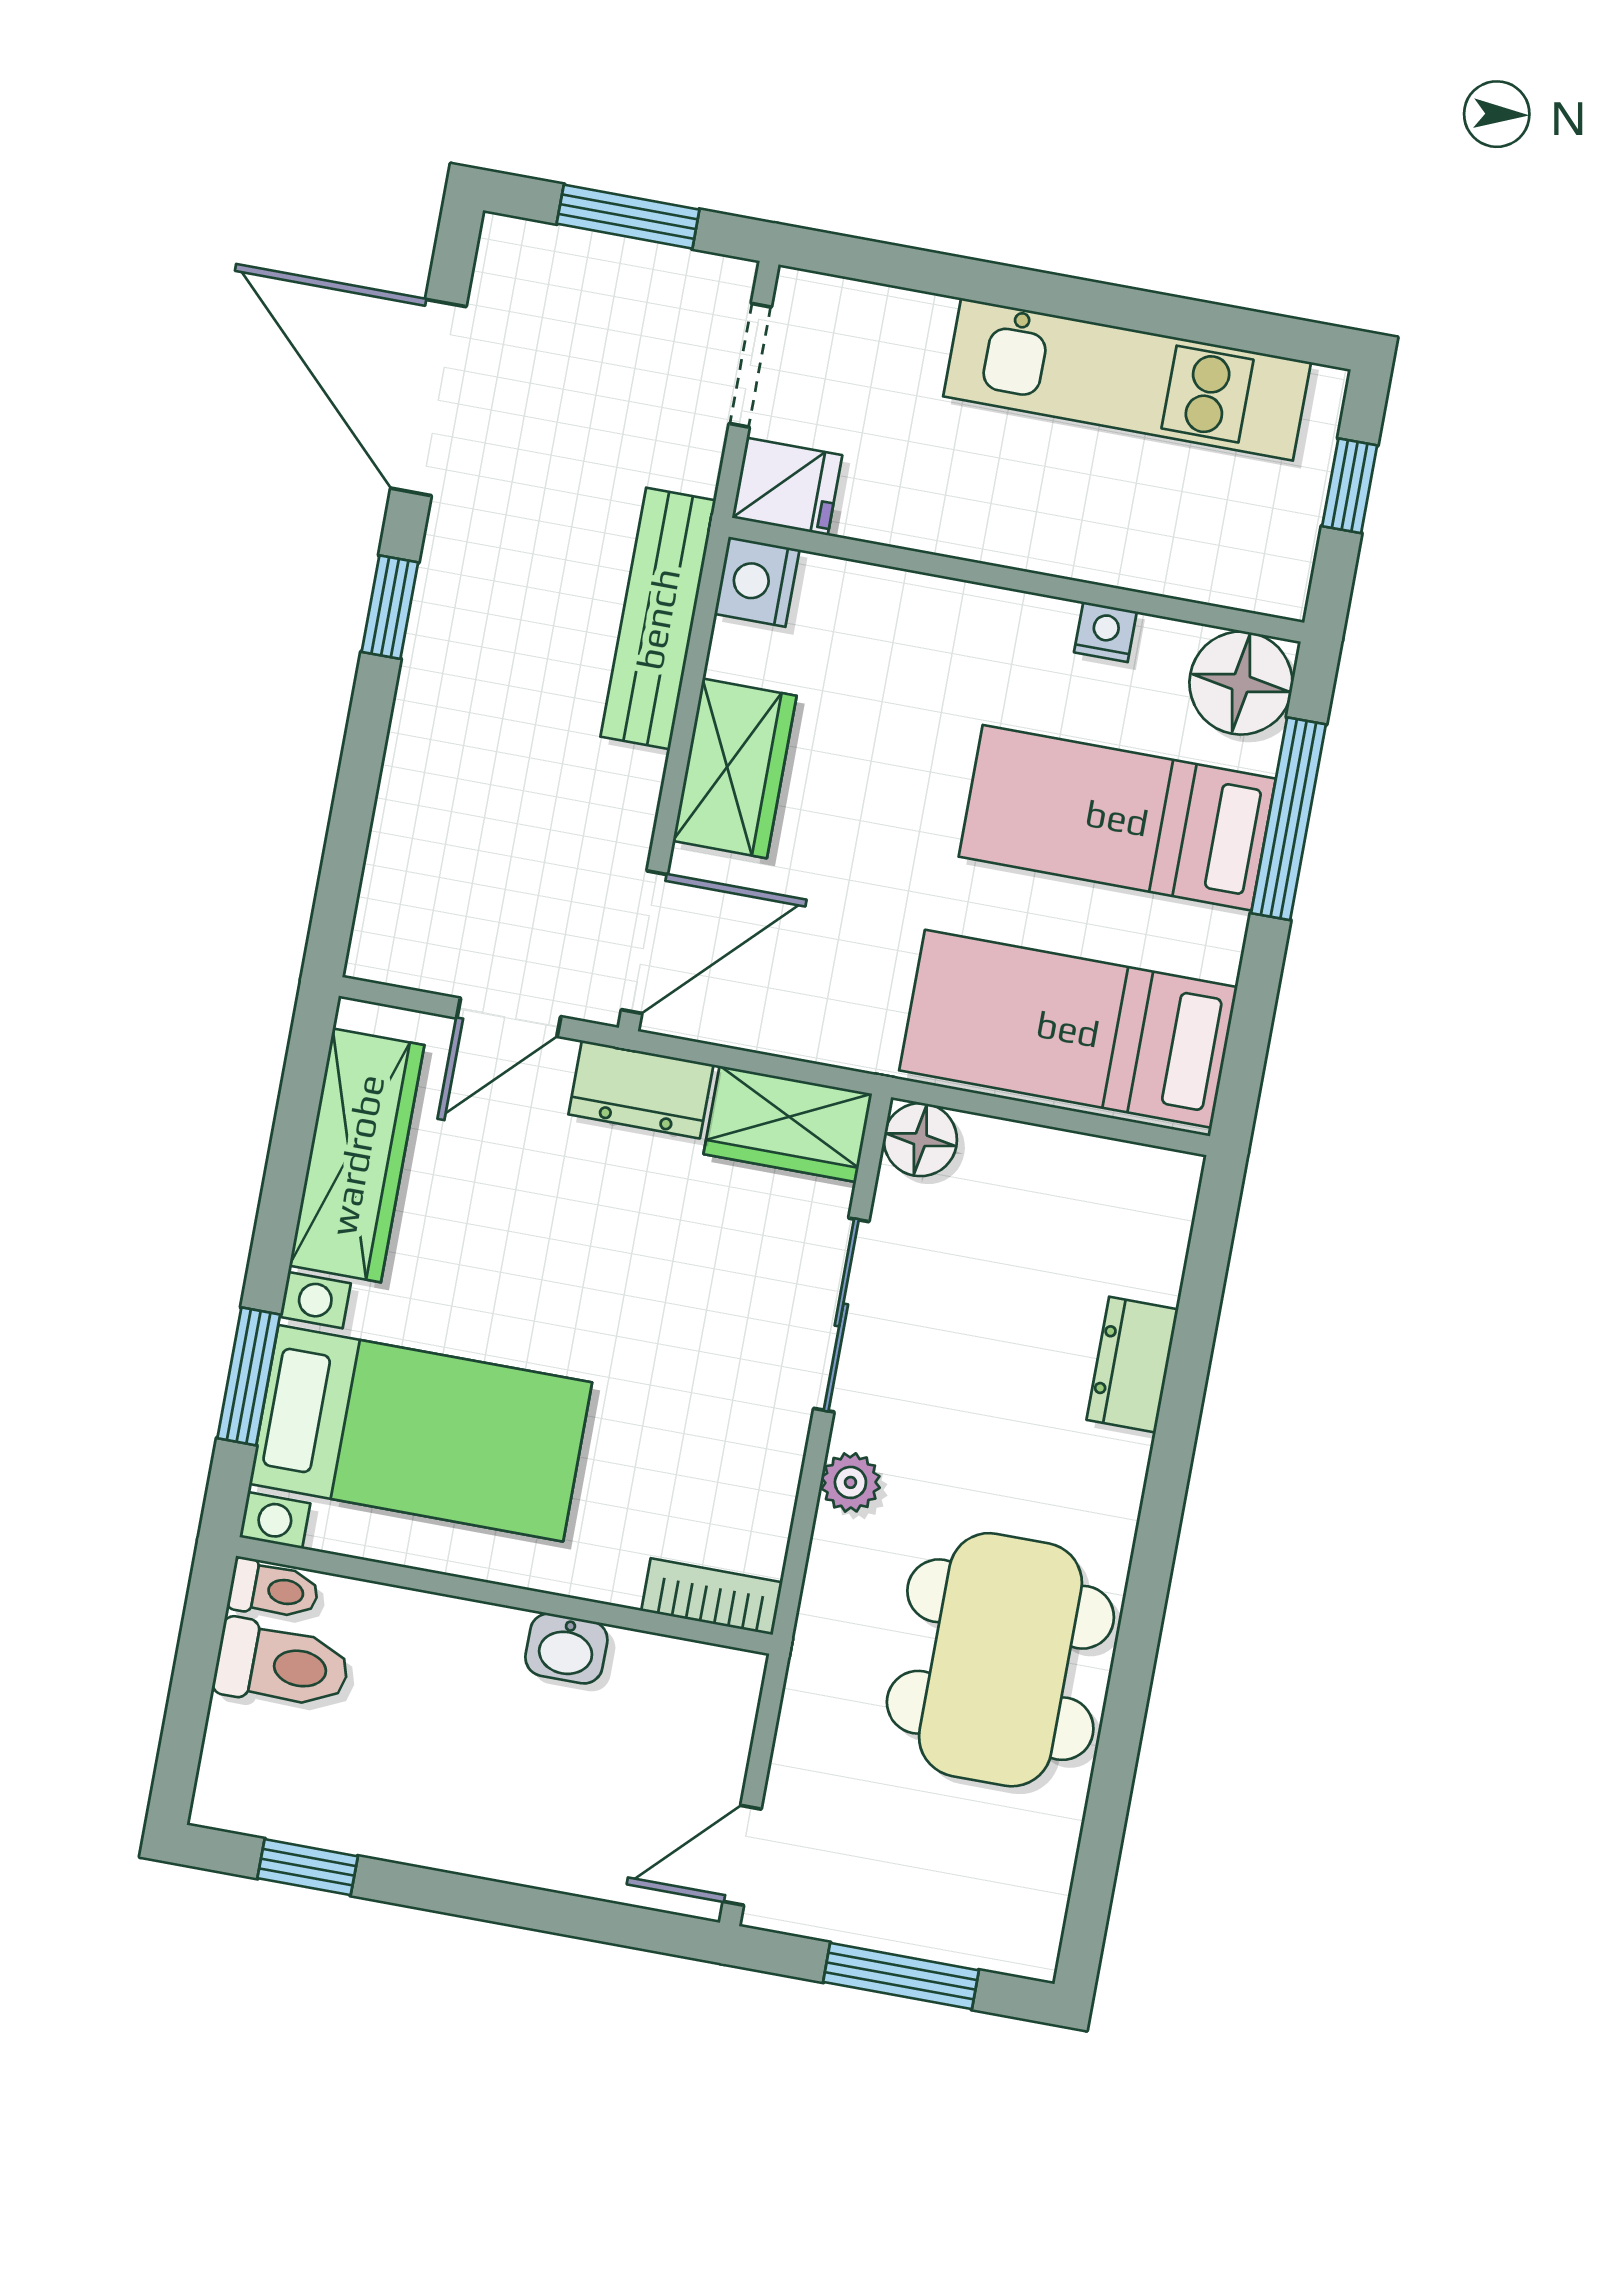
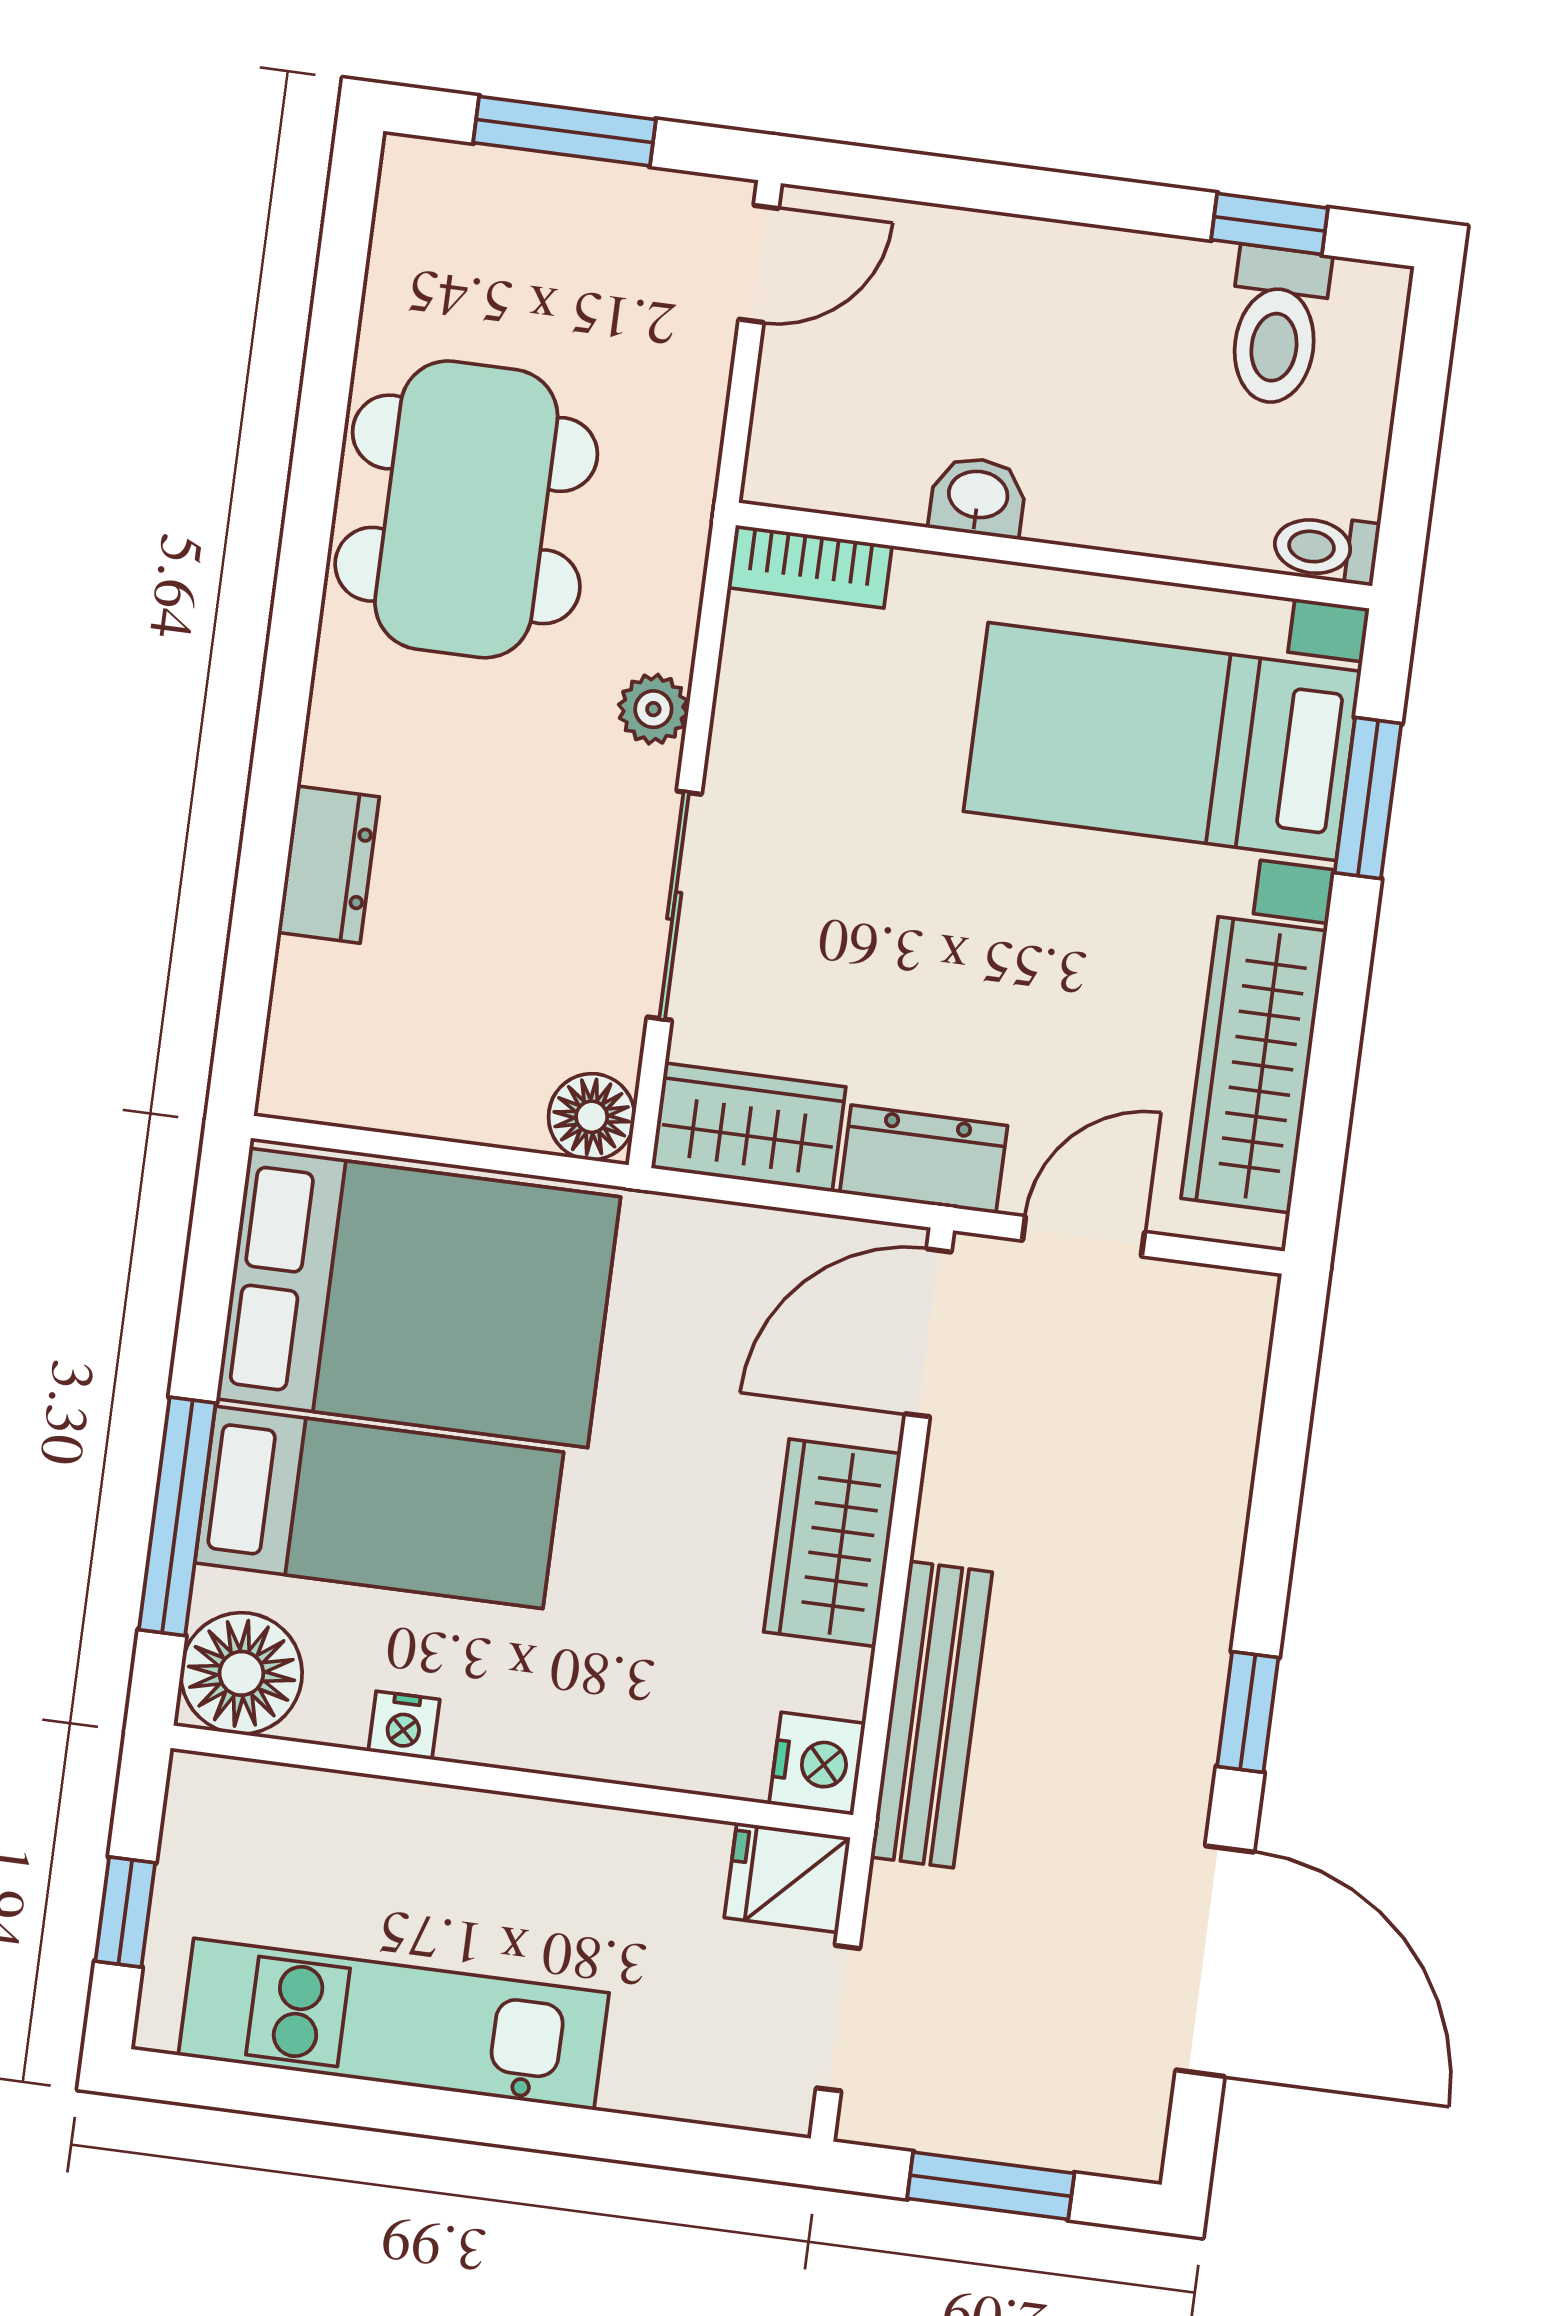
bed: (1068, 1029) -> (419, 1298), width x1.50
toilet: (282, 1665) -> (1277, 326), moved, turned -90

